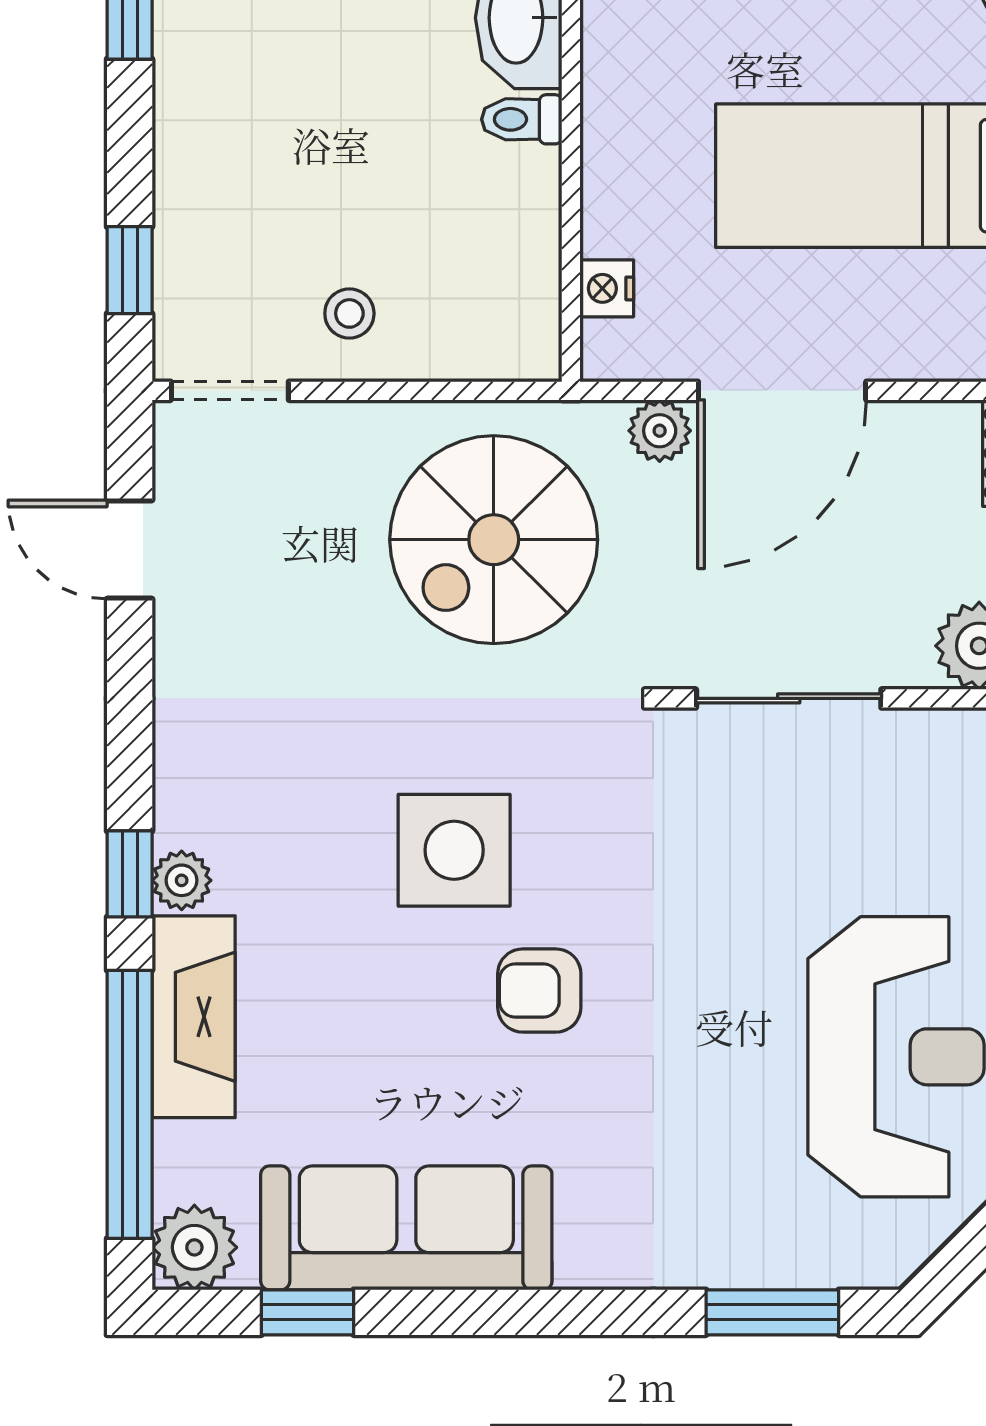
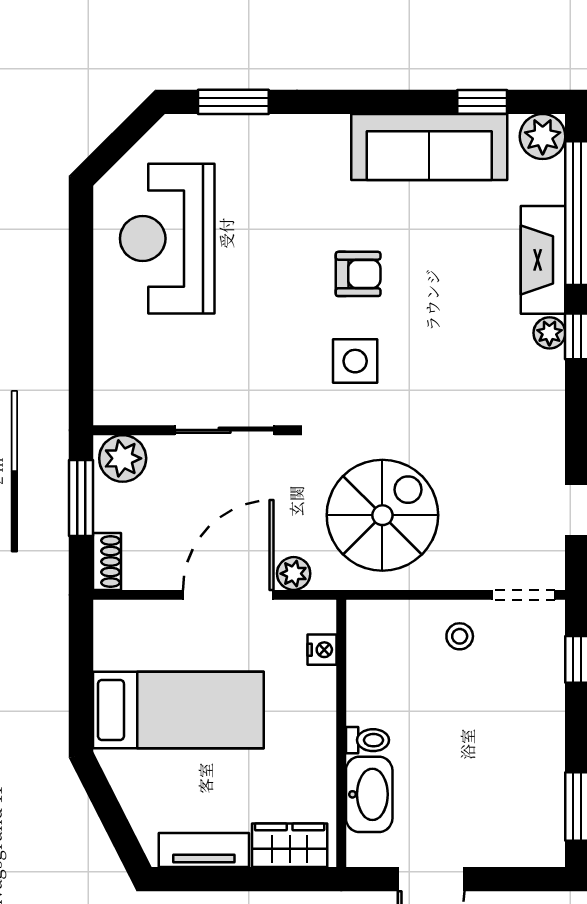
side table: (454, 850) -> (355, 361), moved, width x0.73, depth x0.73

